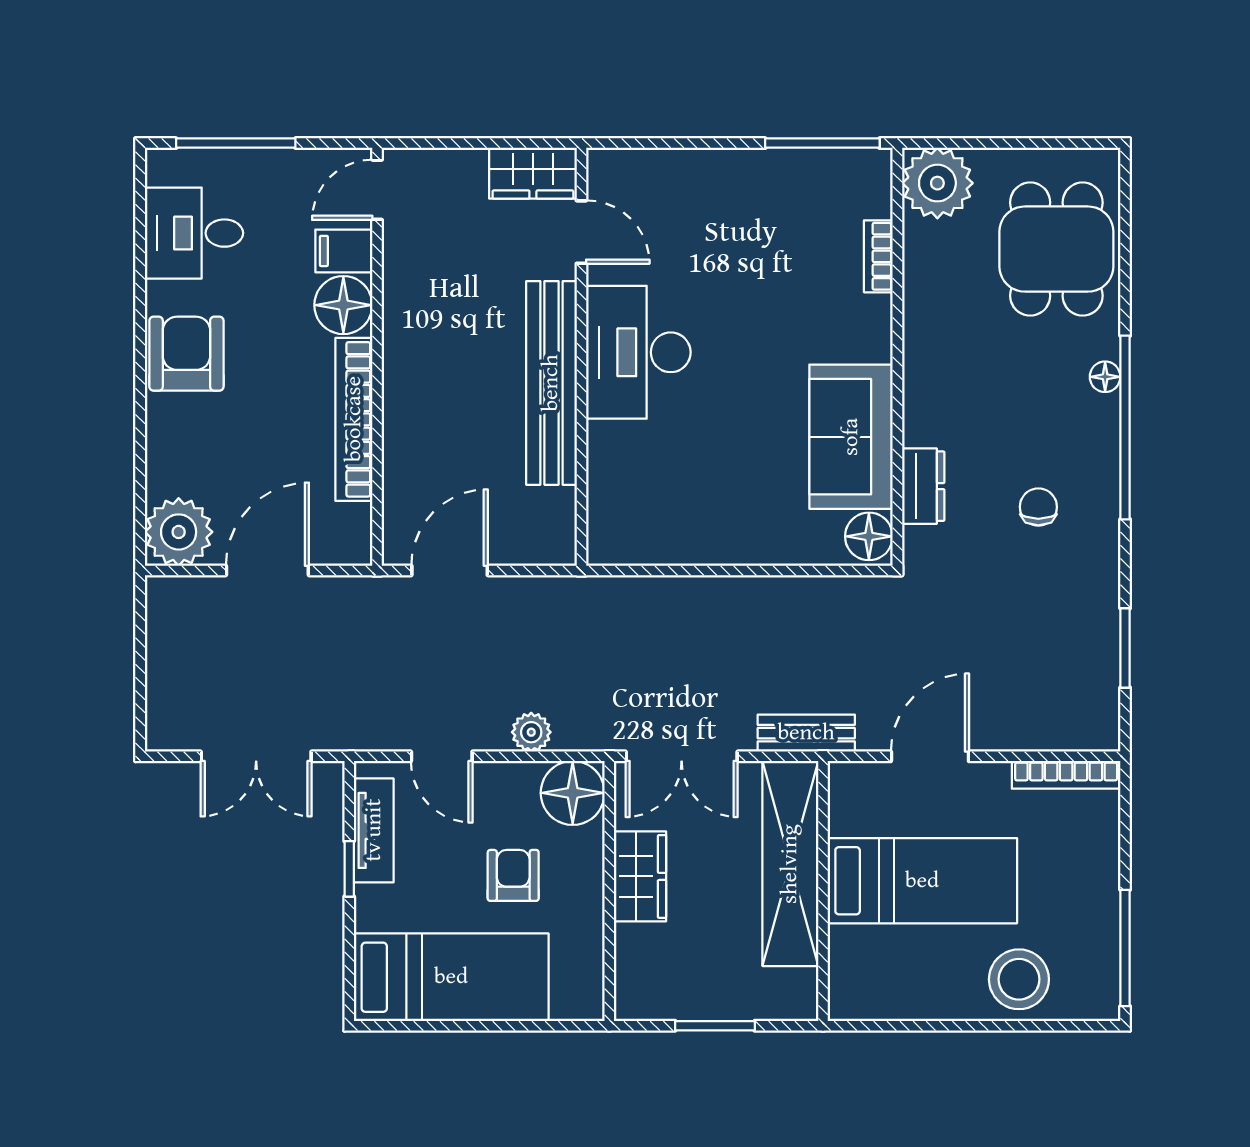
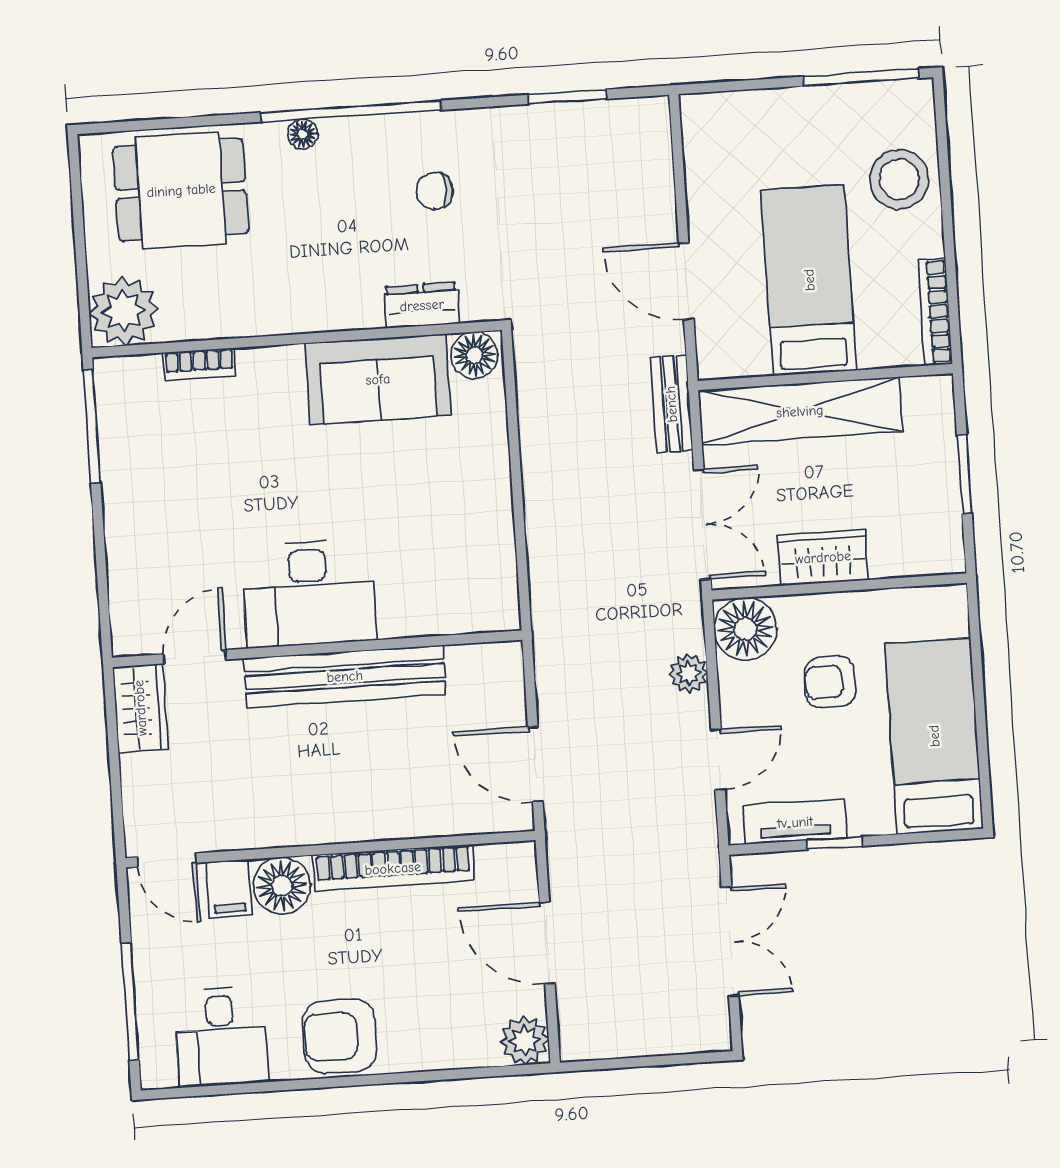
plant: (179, 532) -> (525, 1041), width x0.73, depth x0.73
bookcase: (1066, 775) -> (935, 312), moved, turned 180

